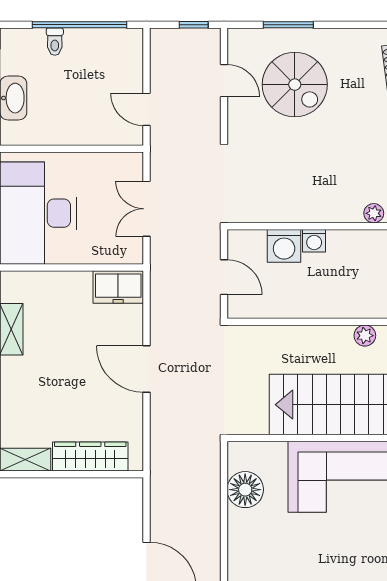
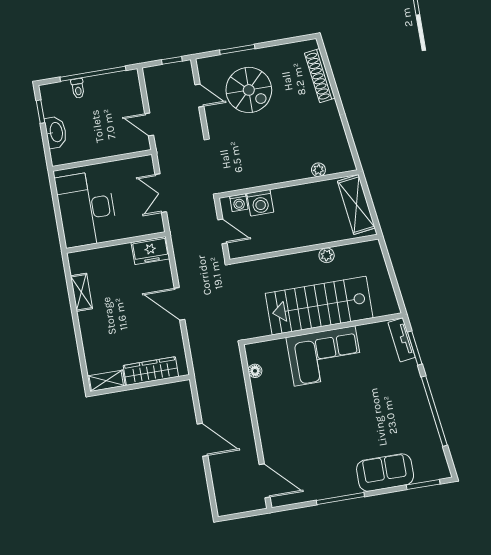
washing machine: (314, 241) -> (239, 203), moved
floor lamp: (245, 490) -> (255, 371), width x0.53, depth x0.53

